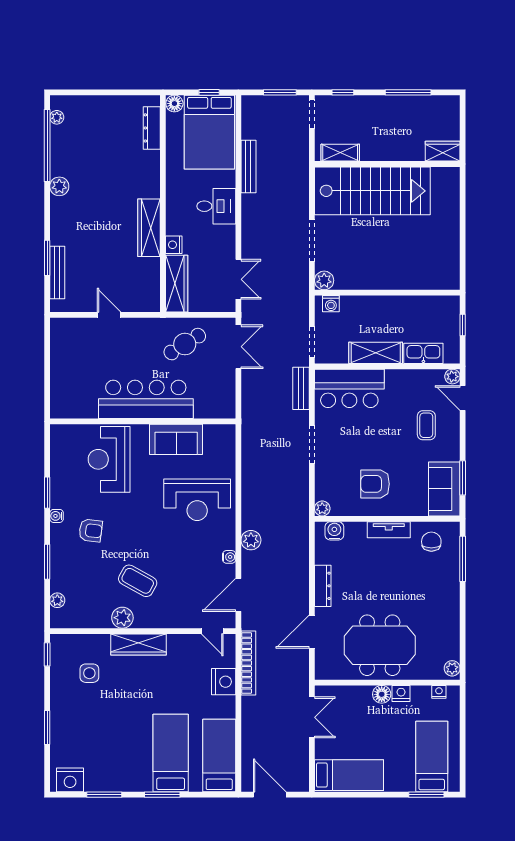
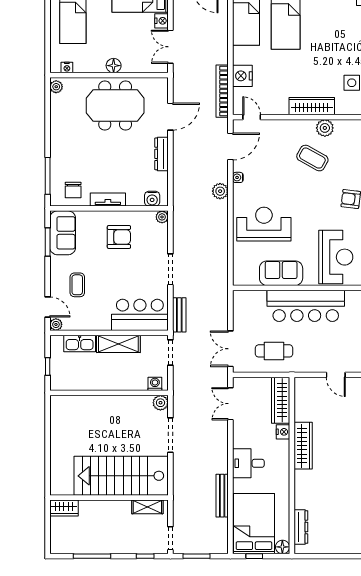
cafe table: (185, 344) -> (274, 351), turned 32
nightstand: (401, 693) -> (162, 21), moved, turned -90

